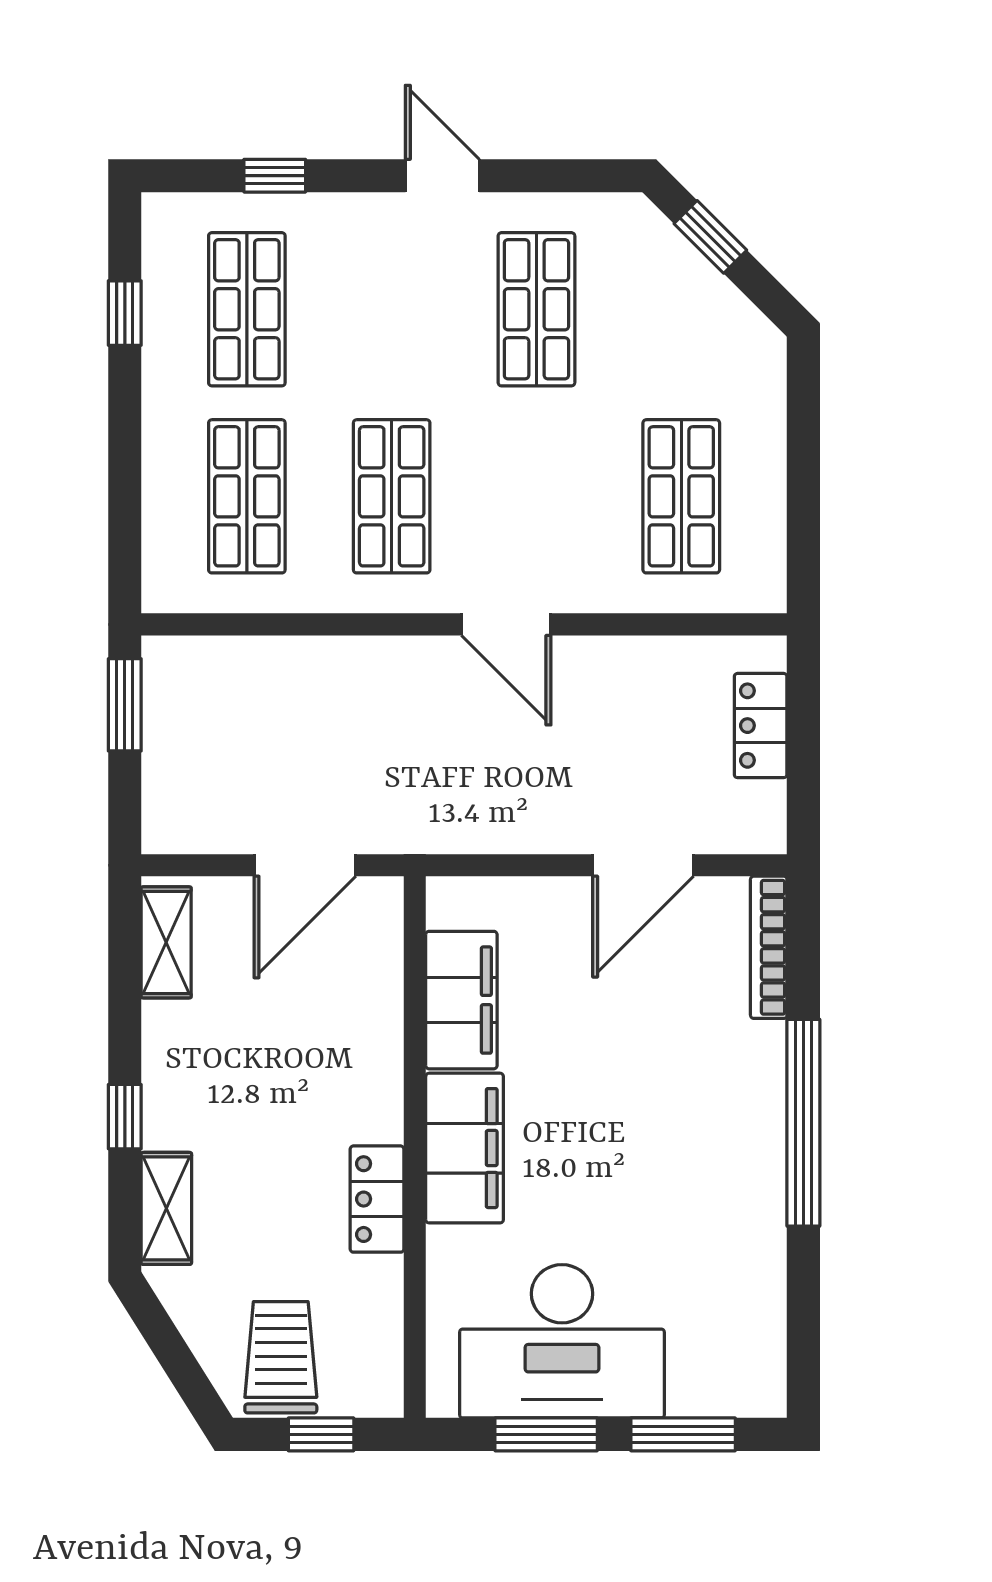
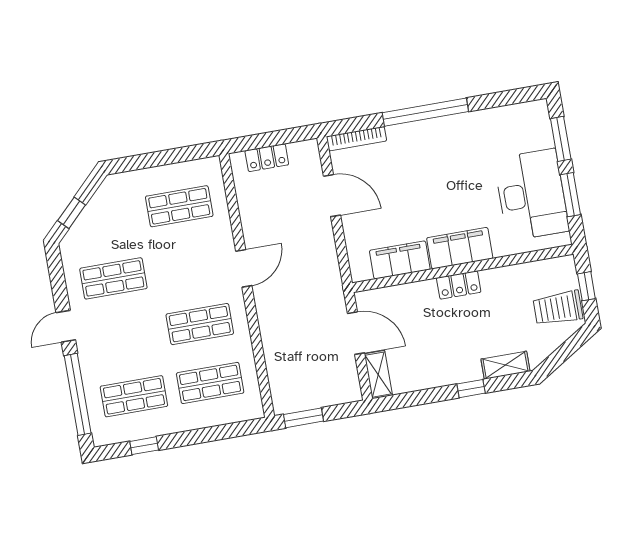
window: (275, 176) -> (78, 394), width x3.17
shelving: (166, 942) -> (378, 375), moved, turned 90
locker: (377, 1199) -> (459, 285), moved

